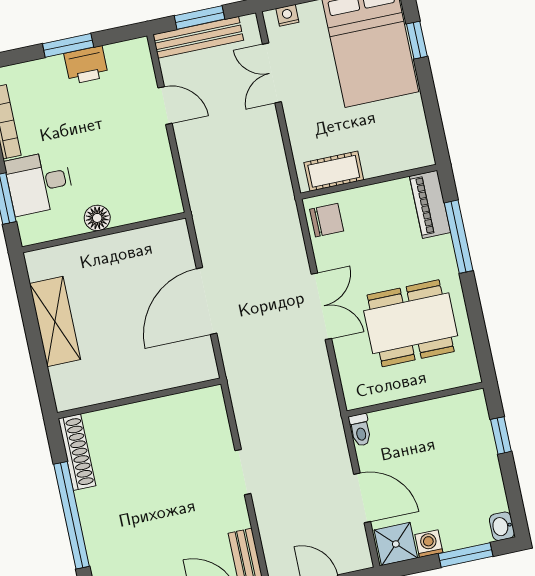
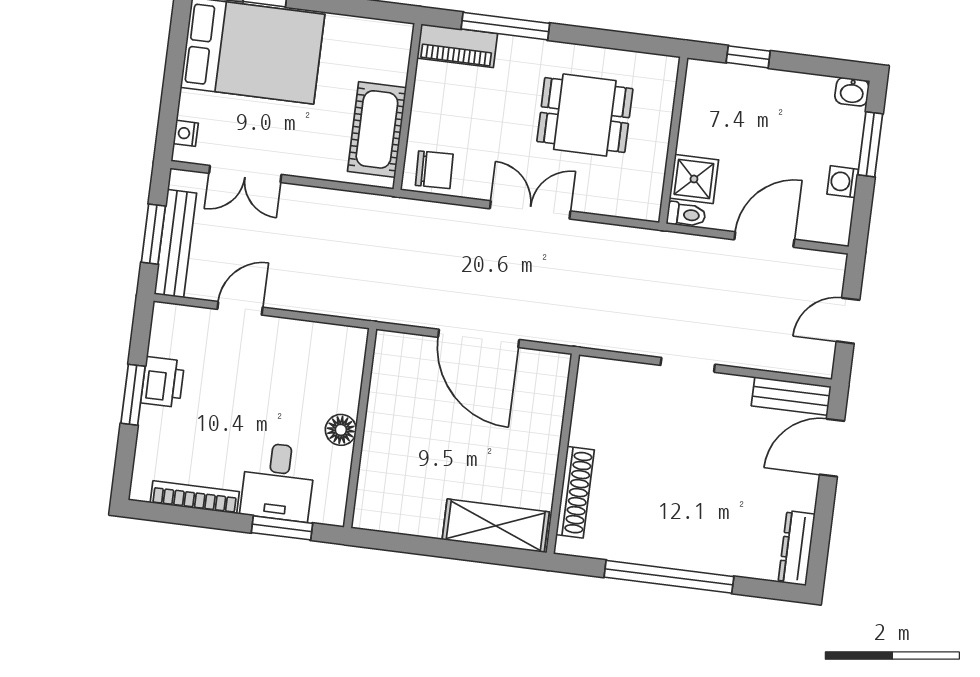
cot: (334, 171) -> (377, 129), width x1.37, depth x1.34
chair: (327, 220) -> (434, 170), turned 88
shelving: (55, 321) -> (496, 526), moved
dining table: (411, 323) -> (585, 115), width x0.73
shoe rack: (77, 452) -> (575, 492), moved, turned 90
shower: (396, 544) -> (694, 179), moved

